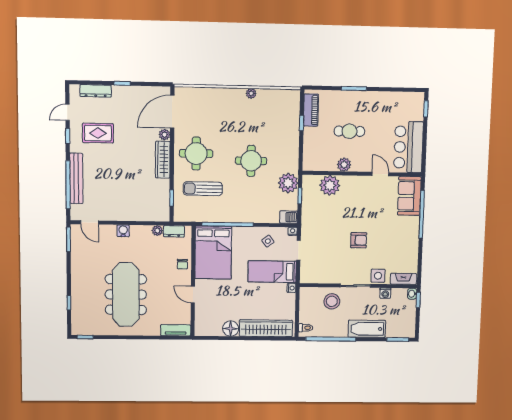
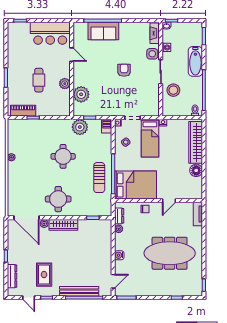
door: (380, 174) -> (72, 55), swing flipped
sun lounger: (203, 189) -> (99, 178), moved
sofa: (409, 196) -> (103, 31), moved

